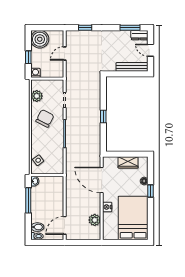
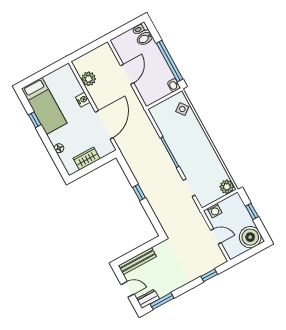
door: (65, 53) -> (216, 236), hinge flipped
washing machine: (35, 73) -> (215, 211), moved
plant: (37, 96) -> (227, 187), moved
chair: (45, 118) -> (199, 157), removed
door: (102, 180) -> (104, 125), hinge flipped
window: (150, 191) -> (35, 120), moved
window: (28, 200) -> (170, 61), width x1.46
bed: (133, 218) -> (44, 106), width x0.67
door: (65, 225) -> (127, 74), moved

